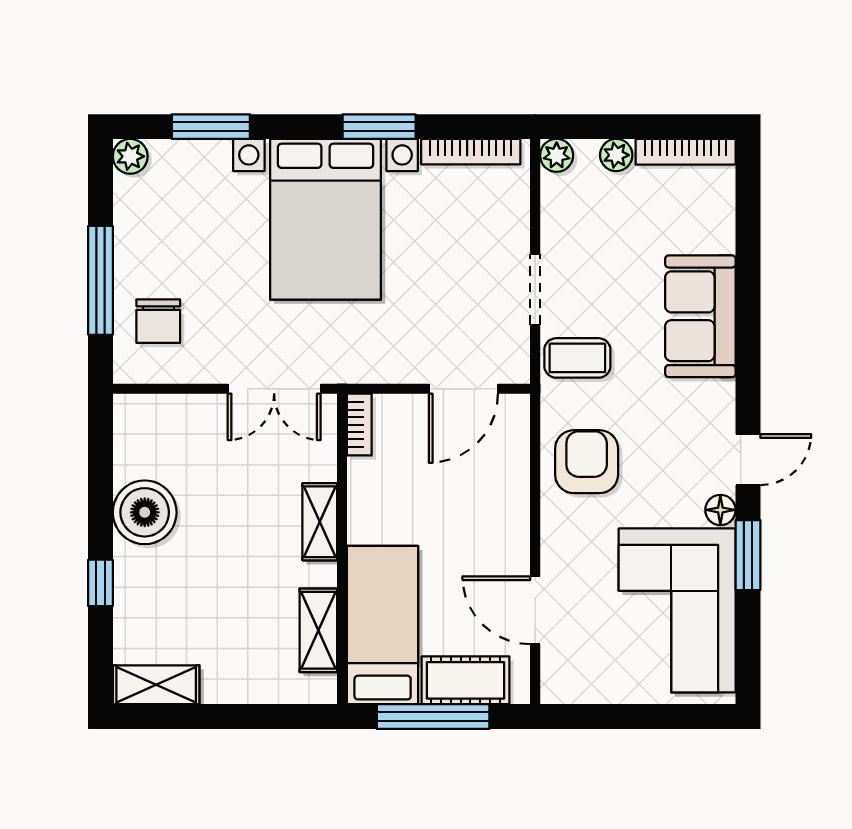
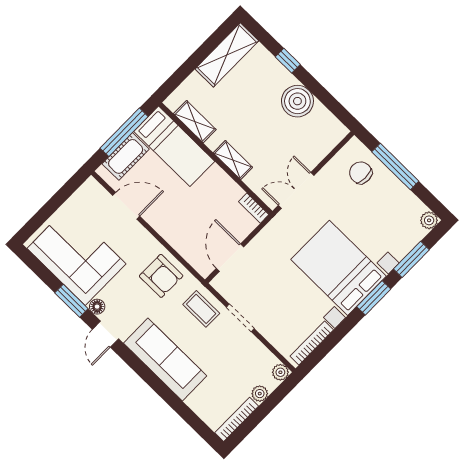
window: (379, 127) -> (374, 298), moved
sofa: (700, 316) -> (165, 360), width x1.36
coffee table: (577, 358) -> (201, 309), turned 90
shelving: (156, 685) -> (227, 55), width x1.50, depth x1.33

